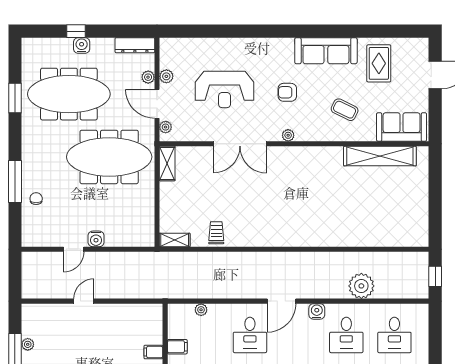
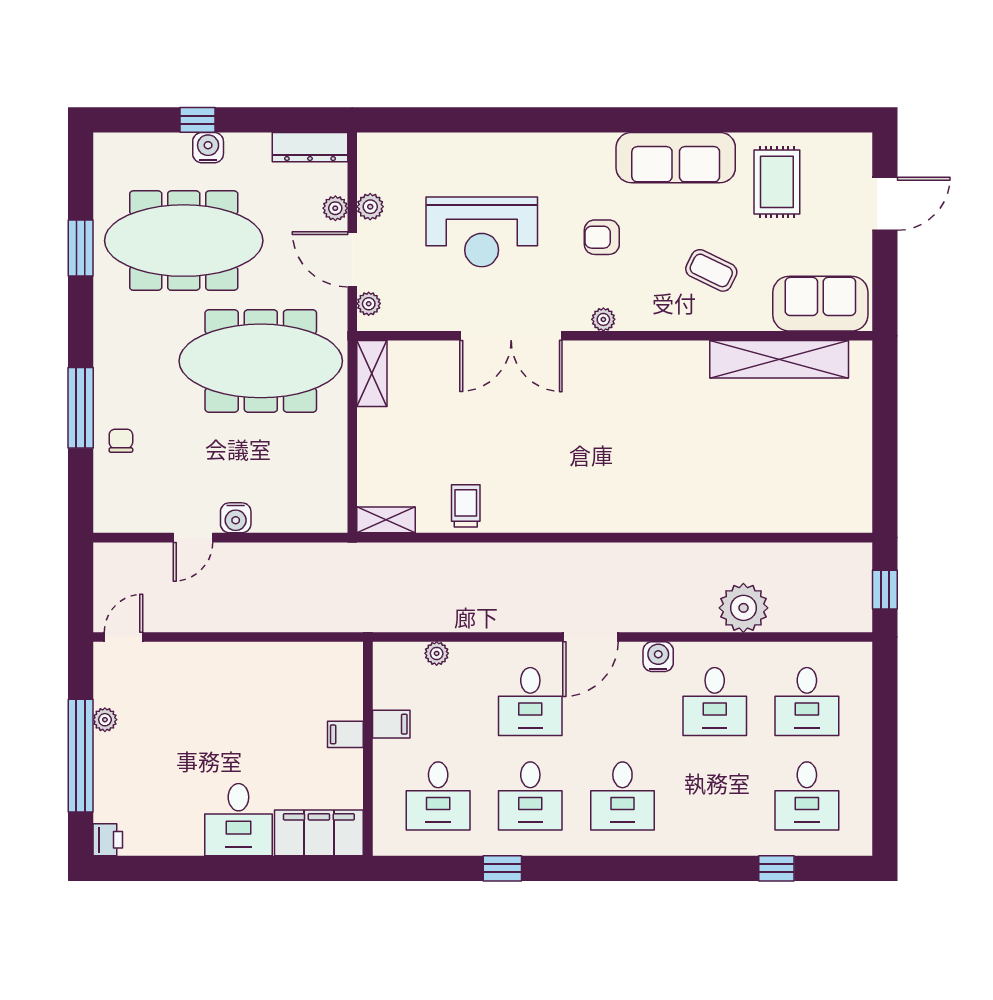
door: (84, 301) -> (124, 637), moved

